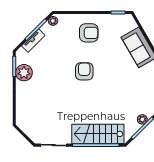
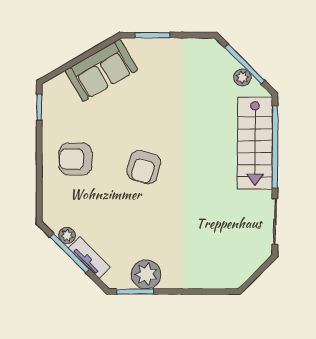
plant: (53, 21) -> (67, 235), moved
armchair: (89, 33) -> (76, 159), turned -90
armchair: (84, 71) -> (144, 167), turned -74
plant: (142, 119) -> (242, 77), moved

